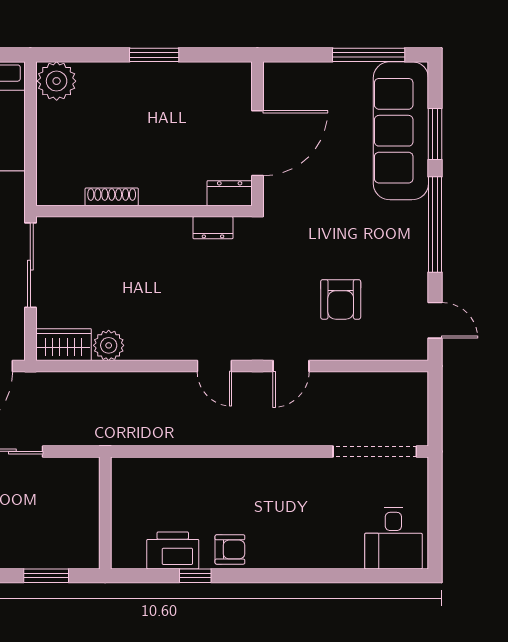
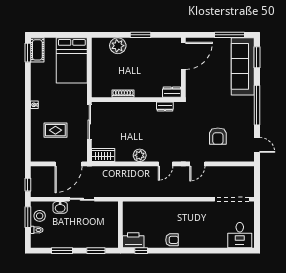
plant: (57, 81) -> (118, 46), moved
window: (435, 134) -> (257, 57), moved
door: (257, 143) -> (183, 56), moved
plant: (109, 345) -> (140, 155), moved
door: (214, 366) -> (166, 164), hinge flipped
printer: (173, 550) -> (133, 240), moved
window: (195, 576) -> (141, 251), moved

